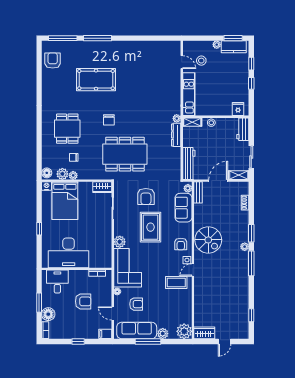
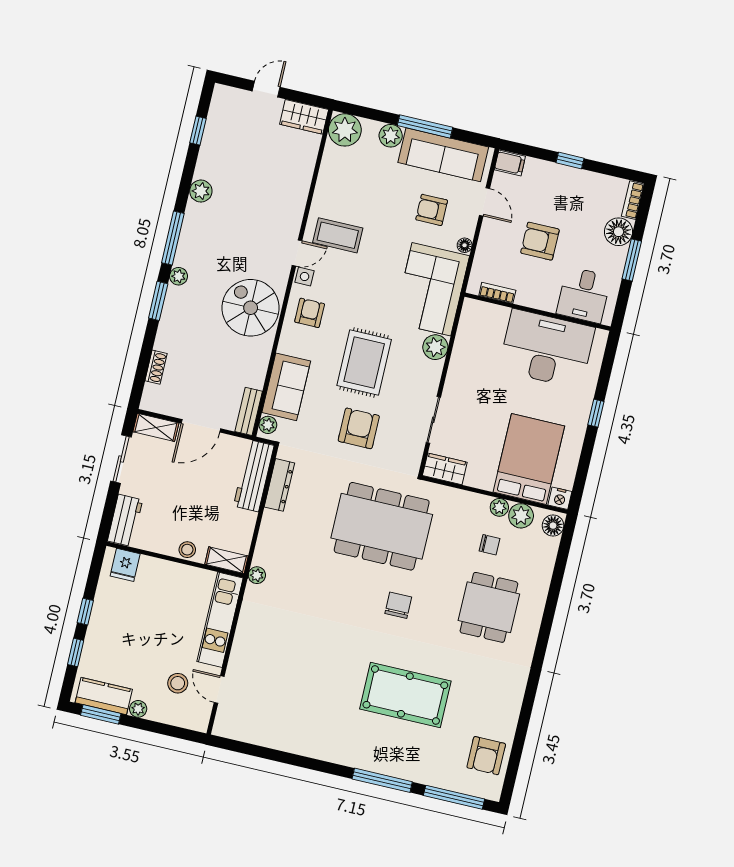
dresser: (176, 135) -> (279, 485), moved
plant: (244, 288) -> (201, 191), added

